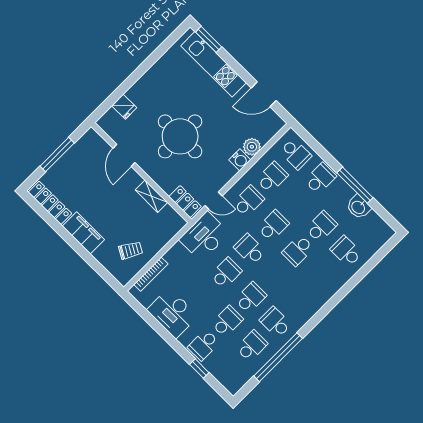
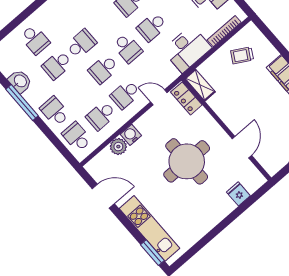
school desk: (320, 178) -> (55, 111), turned 90
shelving: (151, 196) -> (200, 85), moved
desk: (204, 236) -> (187, 49), moved

